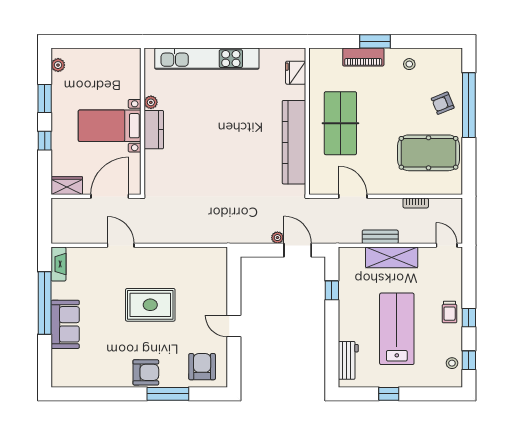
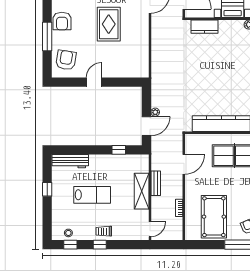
kitchen counter: (154, 130) -> (205, 27), moved
lab bench: (397, 329) -> (92, 195), width x0.73, depth x0.72
workbench: (348, 360) -> (70, 161), width x1.38
armchair: (202, 367) -> (66, 60), turned -81

